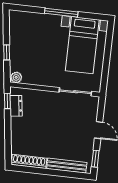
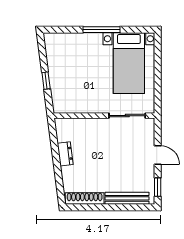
plant: (16, 77) -> (60, 107), removed
window: (7, 101) -> (53, 134), removed
dresser: (16, 106) -> (65, 154), moved

